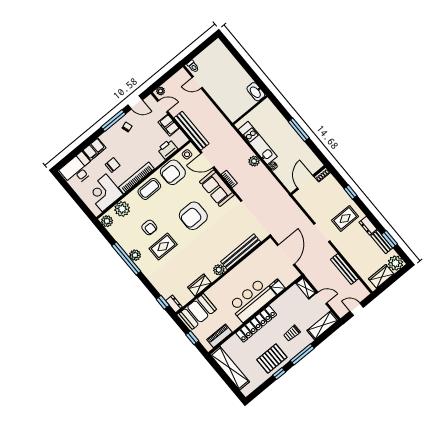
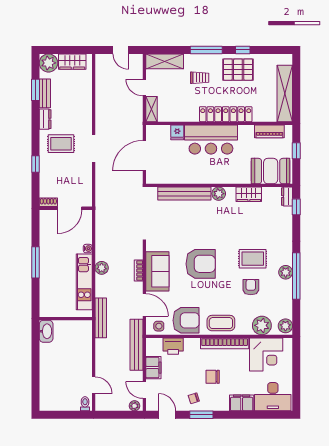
window: (113, 120) -> (201, 415), width x0.69
chair: (113, 165) -> (213, 377), moved
bench: (345, 269) -> (101, 318), moved

